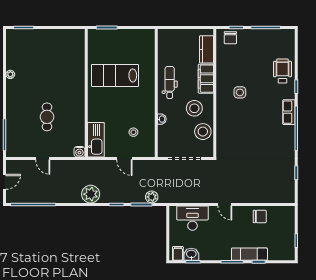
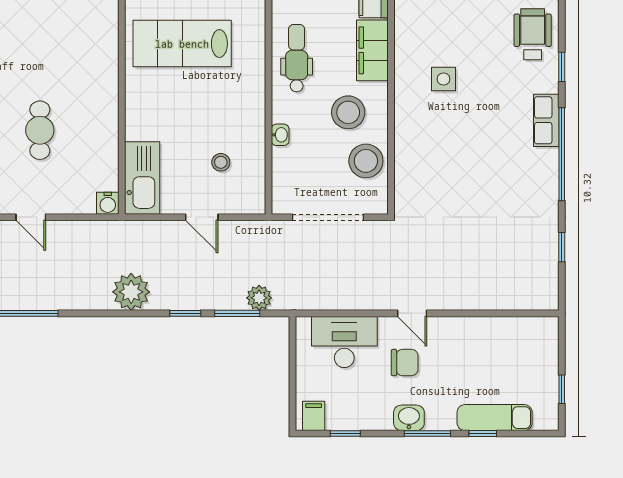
chair: (260, 216) -> (405, 363), moved
washbasin: (191, 254) -> (409, 418), moved
exam couch: (249, 254) -> (495, 418), moved

